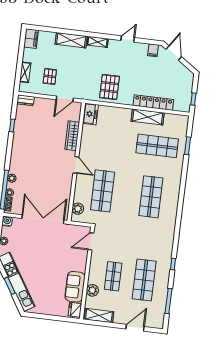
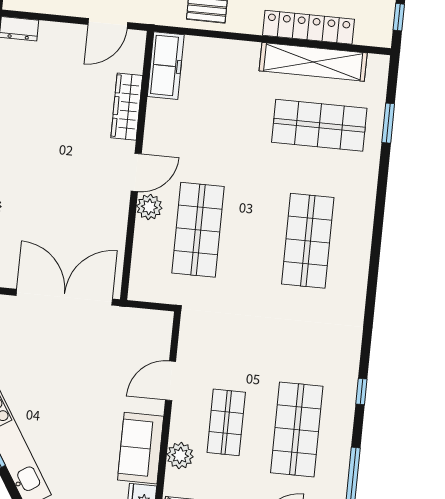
freezer: (90, 114) -> (166, 66), width x1.40
shelving: (148, 117) -> (313, 62), width x1.47
door: (76, 165) -> (136, 172), hinge flipped
plant: (78, 209) -> (149, 207), moved
door: (91, 241) -> (171, 381), moved

